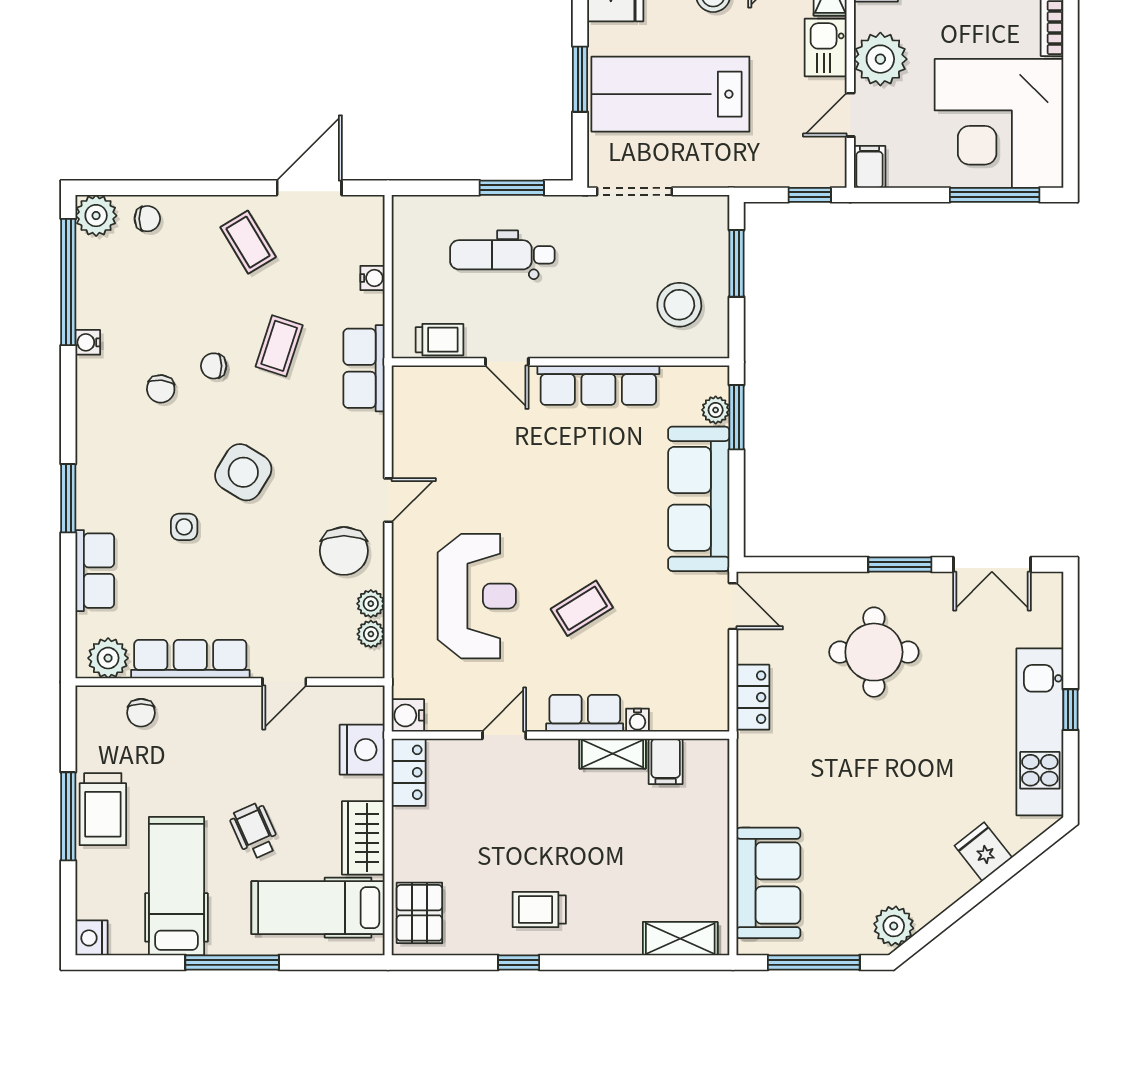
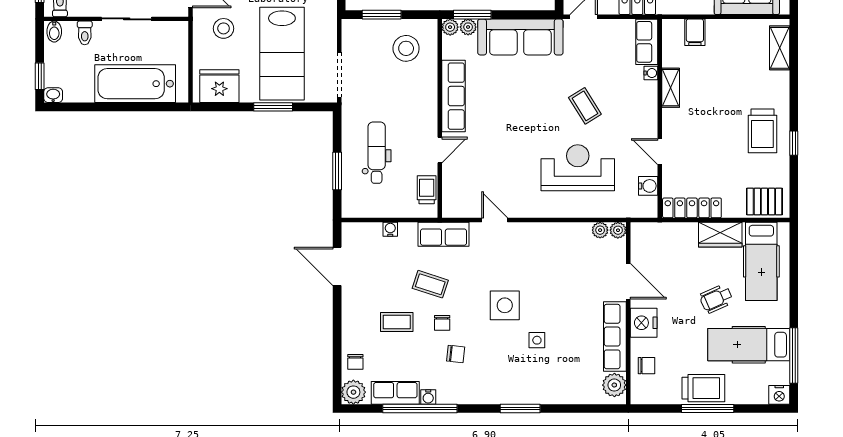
window: (512, 188) -> (337, 171), moved
chair: (147, 219) -> (355, 362), turned 180
coffee table: (248, 242) -> (397, 322), moved, turned 31
dental chair: (502, 255) -> (377, 153), turned 180
window: (68, 282) -> (420, 408), moved
plant: (715, 379) -> (450, 27), added
side table: (243, 472) -> (505, 305), turned -32
door: (388, 500) -> (495, 220), moved
chair: (344, 551) -> (551, 246), removed
row of seats: (95, 571) -> (395, 393), moved
plant: (371, 604) -> (618, 230), moved
door: (284, 682) -> (628, 281), width x1.38
row of seats: (585, 713) -> (647, 42), moved
water cooler: (408, 715) -> (648, 186), moved, turned -90
nightstand: (362, 750) -> (644, 323), moved, turned -90
filing cabinet: (666, 761) -> (695, 32), moved, turned 90
locker: (409, 772) -> (692, 208), width x1.53
trolley: (539, 910) -> (762, 131), width x1.36, depth x1.39
window: (232, 963) -> (794, 355), moved

